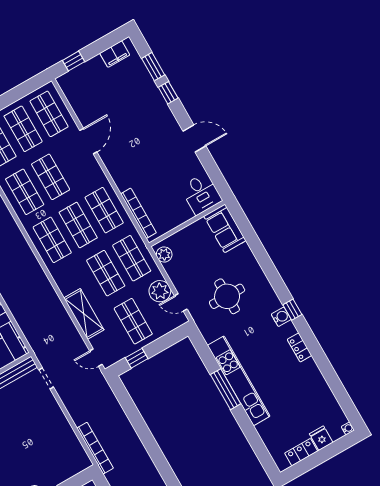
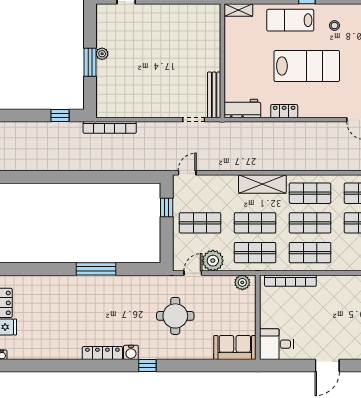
window: (292, 310) -> (147, 366), moved
shelving: (84, 314) -> (262, 184), moved
locker: (299, 347) -> (102, 353), width x1.53
kitchen unit: (239, 381) -> (97, 284), removed

